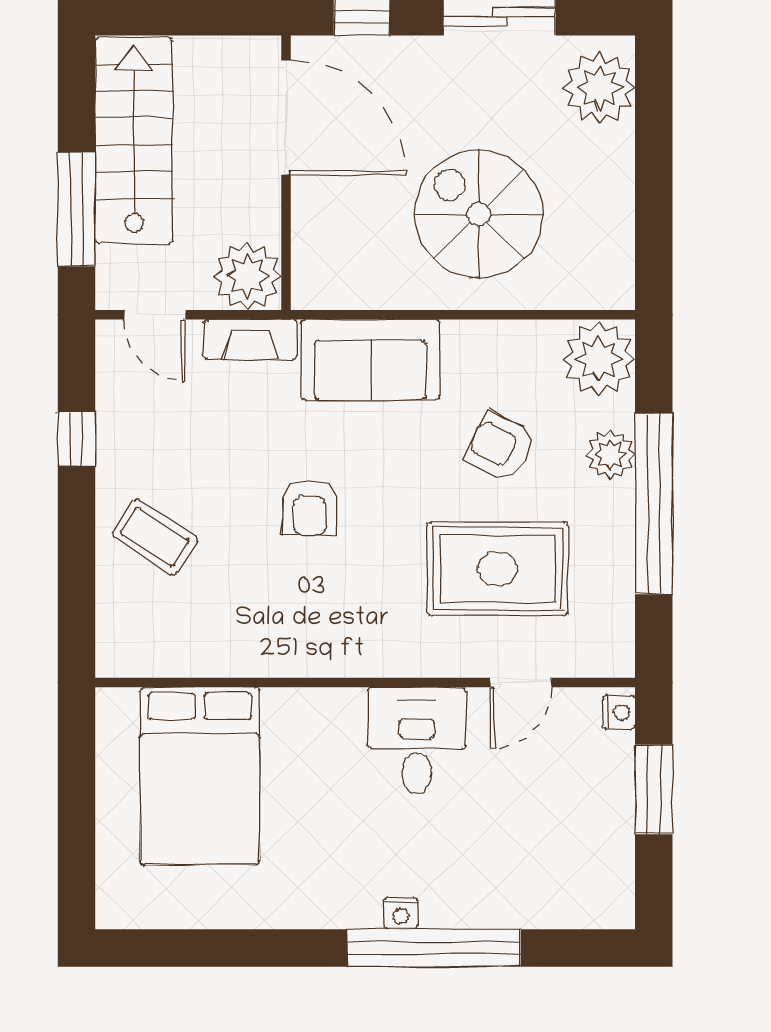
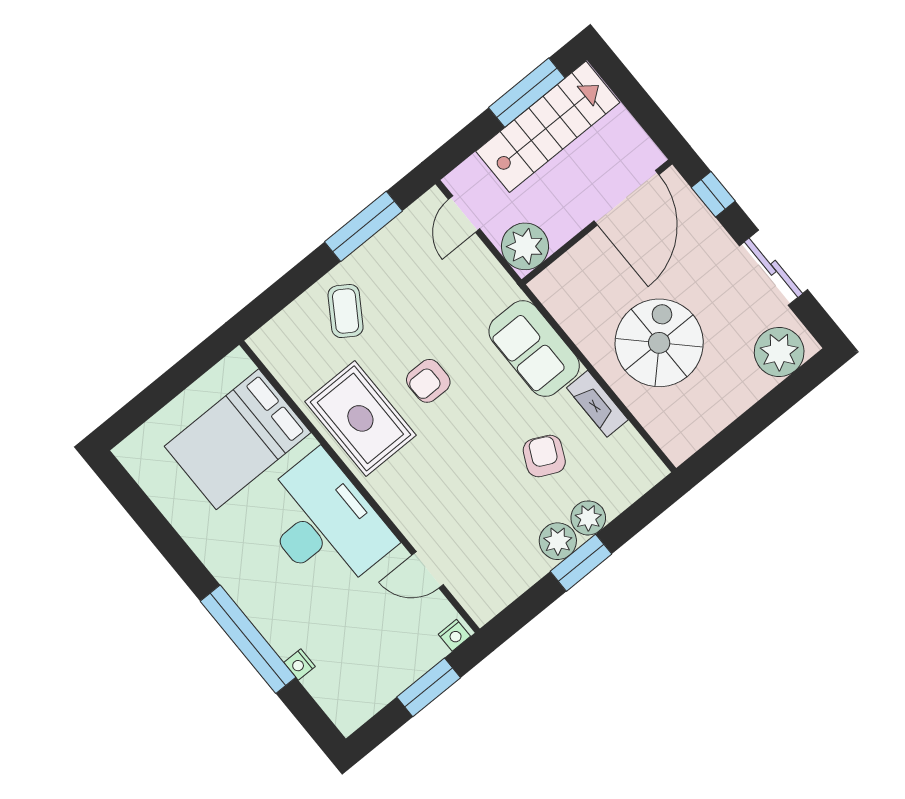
window: (76, 209) -> (527, 93), moved
fireplace: (250, 339) -> (597, 404), moved
plant: (599, 359) -> (558, 541), moved, width x0.73, depth x0.73
window: (76, 439) -> (364, 226), width x2.17
window: (654, 504) -> (581, 563), width x0.47
rug: (498, 569) -> (360, 418), moved
desk: (417, 740) -> (324, 524), width x1.87, depth x1.30
nightstand: (401, 913) -> (299, 665), moved

